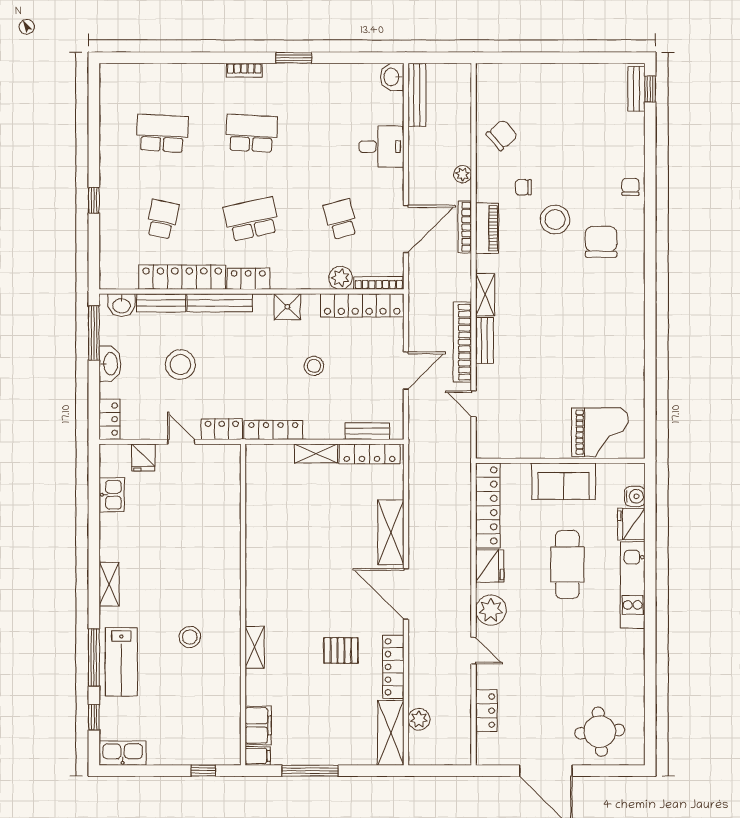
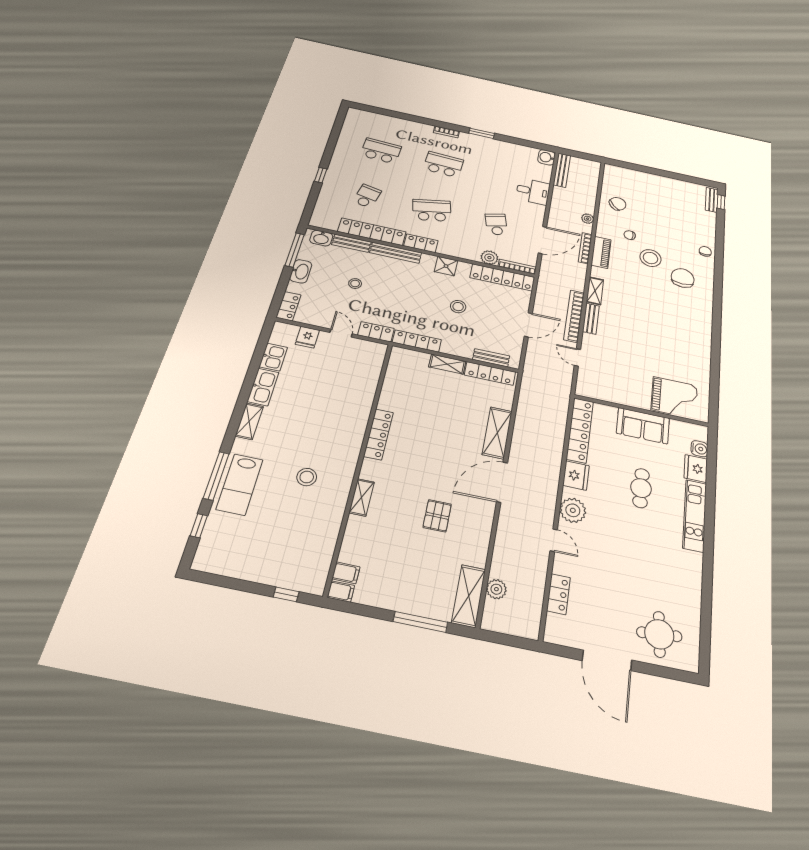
stool: (180, 365) -> (355, 284), width x0.53, depth x0.53
cafe table: (567, 565) -> (641, 488), width x0.73, depth x0.74
door: (406, 594) -> (502, 482), hinge flipped
pallet: (341, 650) -> (437, 516), turned 90
locker: (393, 667) -> (379, 434), moved, turned 180
filing cabinet: (258, 725) -> (346, 573), width x0.50
kitchen sink: (123, 753) -> (263, 387), moved, turned 90
window: (310, 771) -> (420, 622), moved

